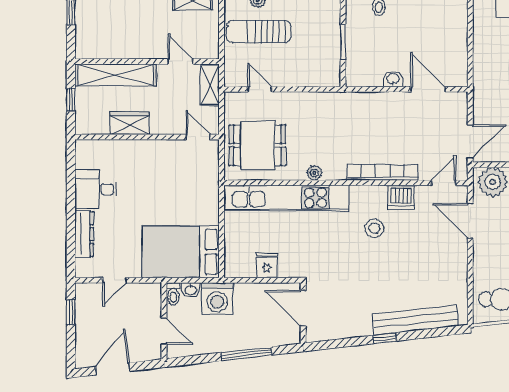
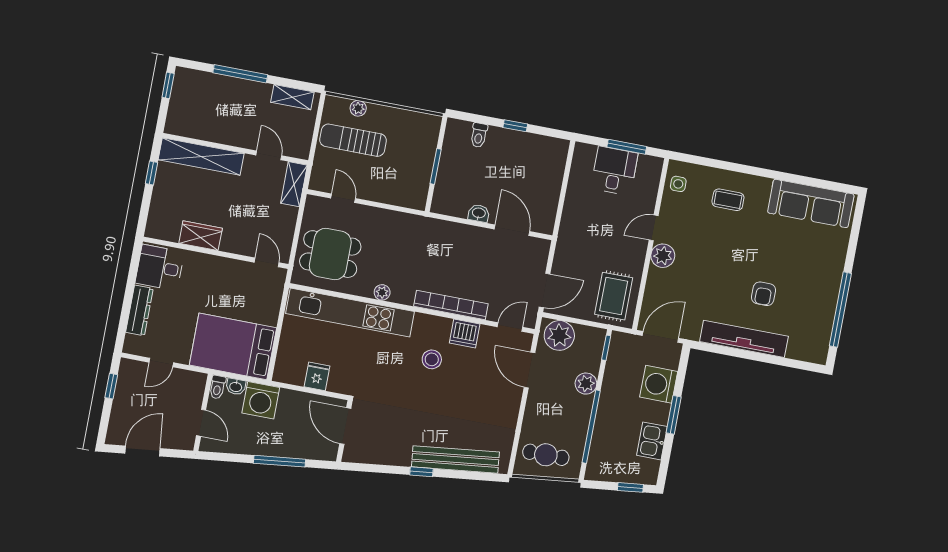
wardrobe: (129, 123) -> (201, 236), moved
wall: (147, 137) -> (216, 253), moved
door: (198, 137) -> (267, 262), moved

